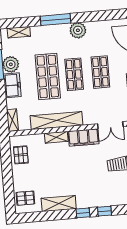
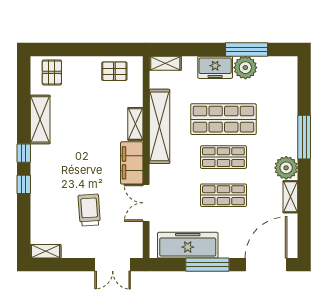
shelving: (19, 32) -> (290, 197), moved

